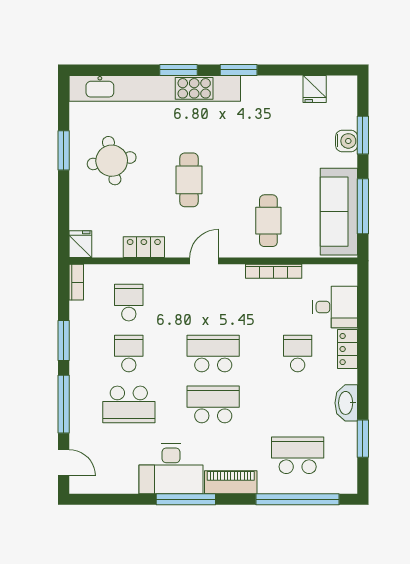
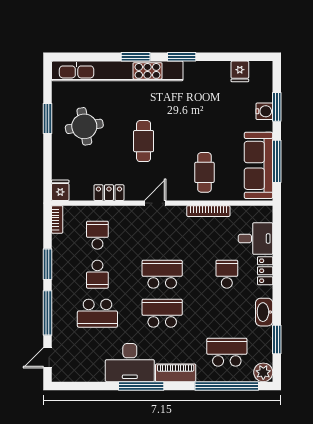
school desk: (129, 354) -> (97, 274), turned 180
door: (64, 463) -> (47, 358), swing flipped
plant: (345, 482) -> (263, 372), added

